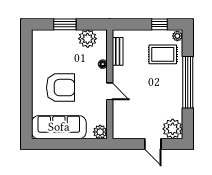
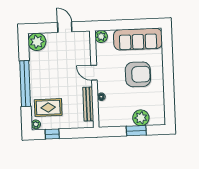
plant: (88, 39) -> (141, 118), moved
bench: (118, 51) -> (88, 104), width x1.36
armchair: (60, 88) -> (138, 74), turned 180
door: (153, 144) -> (65, 27), moved

